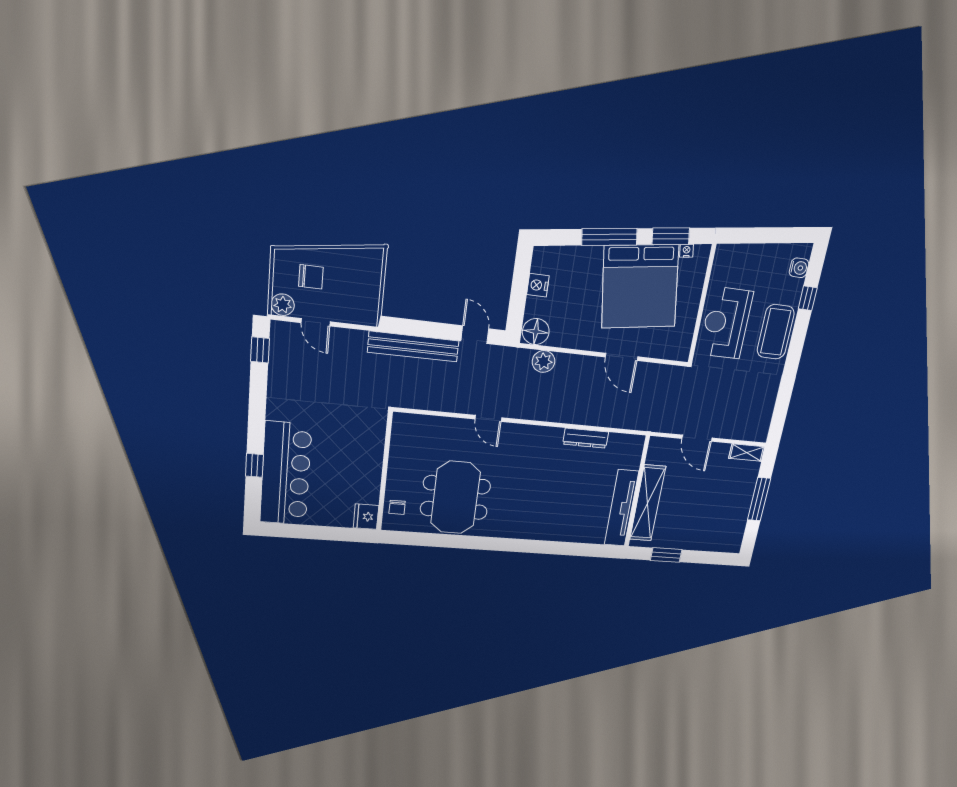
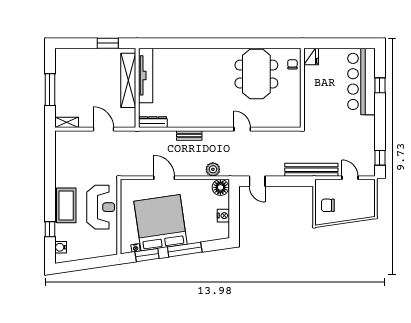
chair: (311, 277) -> (328, 205), moved
plant: (283, 305) -> (369, 186), removed
bench: (413, 347) -> (311, 170), moved
bench: (572, 417) -> (189, 135), added
dresser: (586, 438) -> (153, 122), moved

